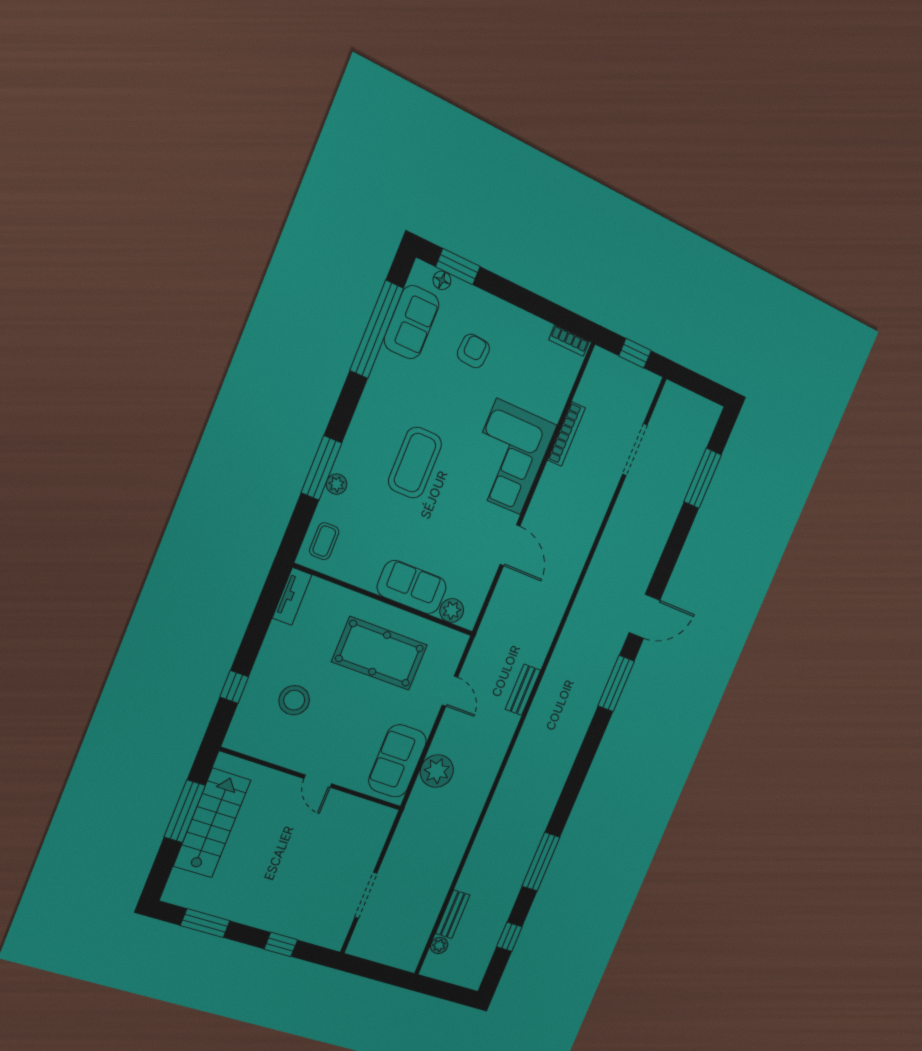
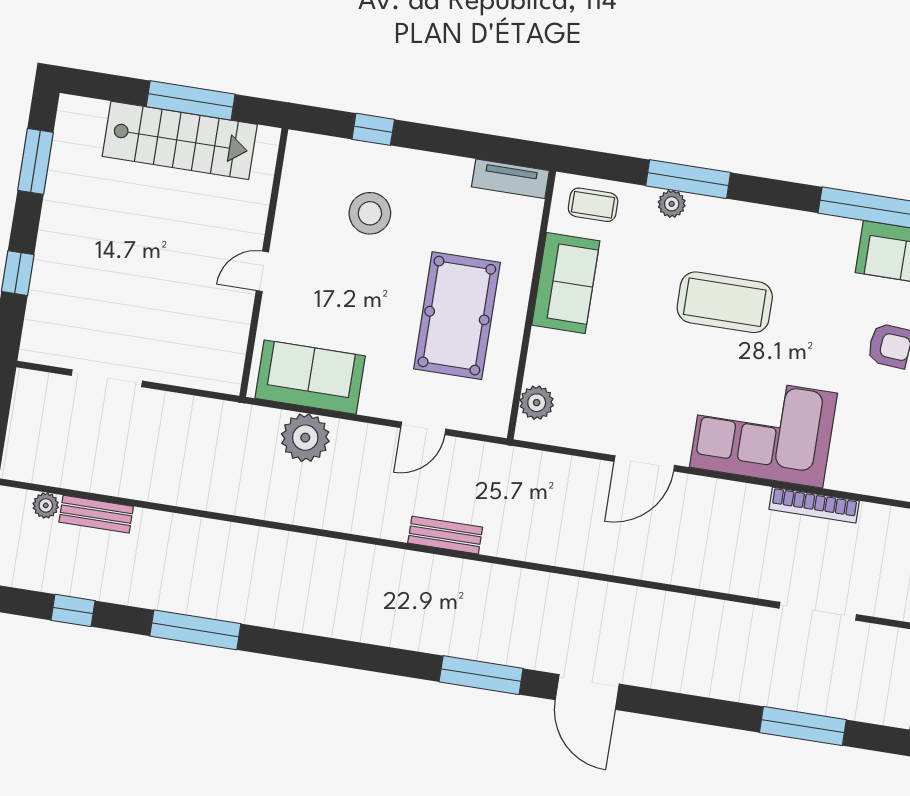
sofa: (412, 587) -> (566, 283), moved

